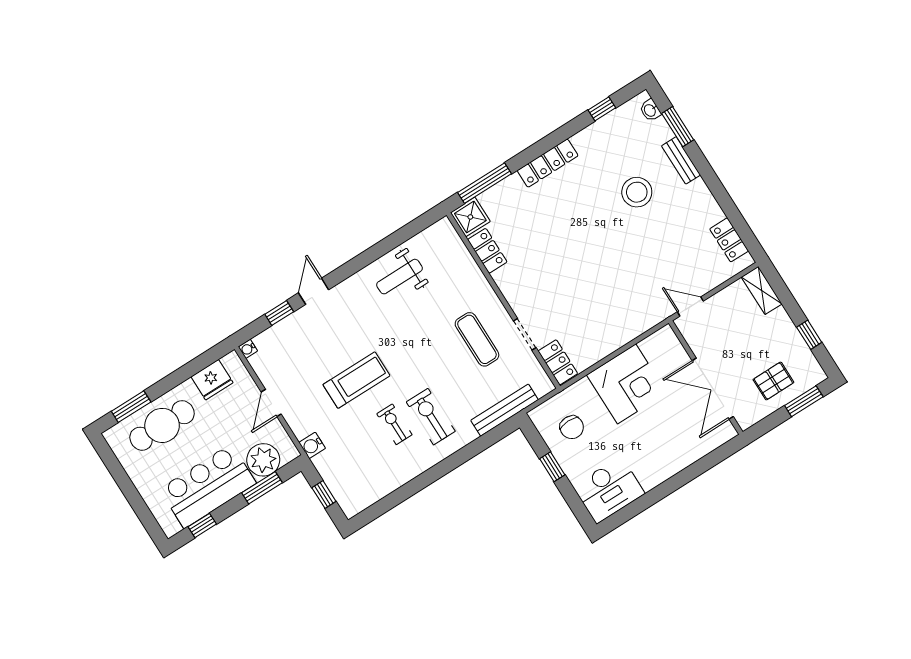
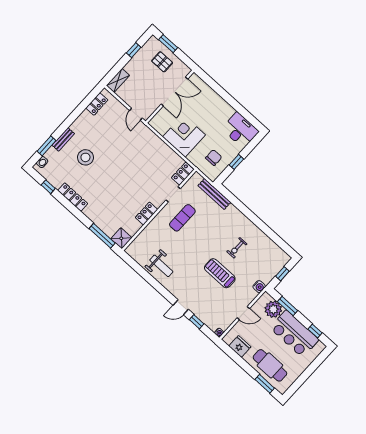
locker: (548, 163) -> (73, 197), moved
locker: (487, 251) -> (147, 213), moved
exercise bike: (431, 417) -> (228, 230), removed

